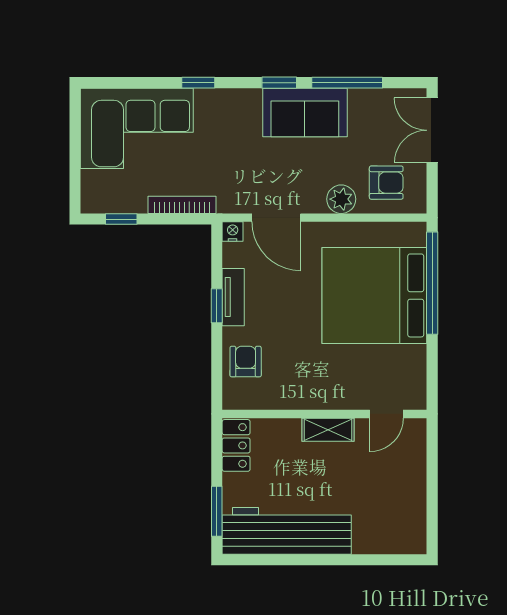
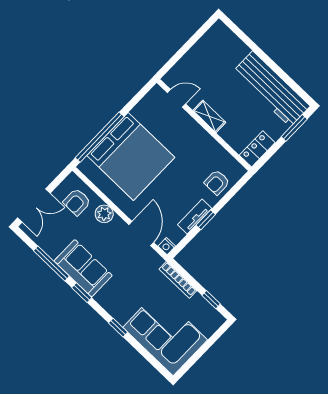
armchair: (386, 183) -> (77, 202), turned -90

